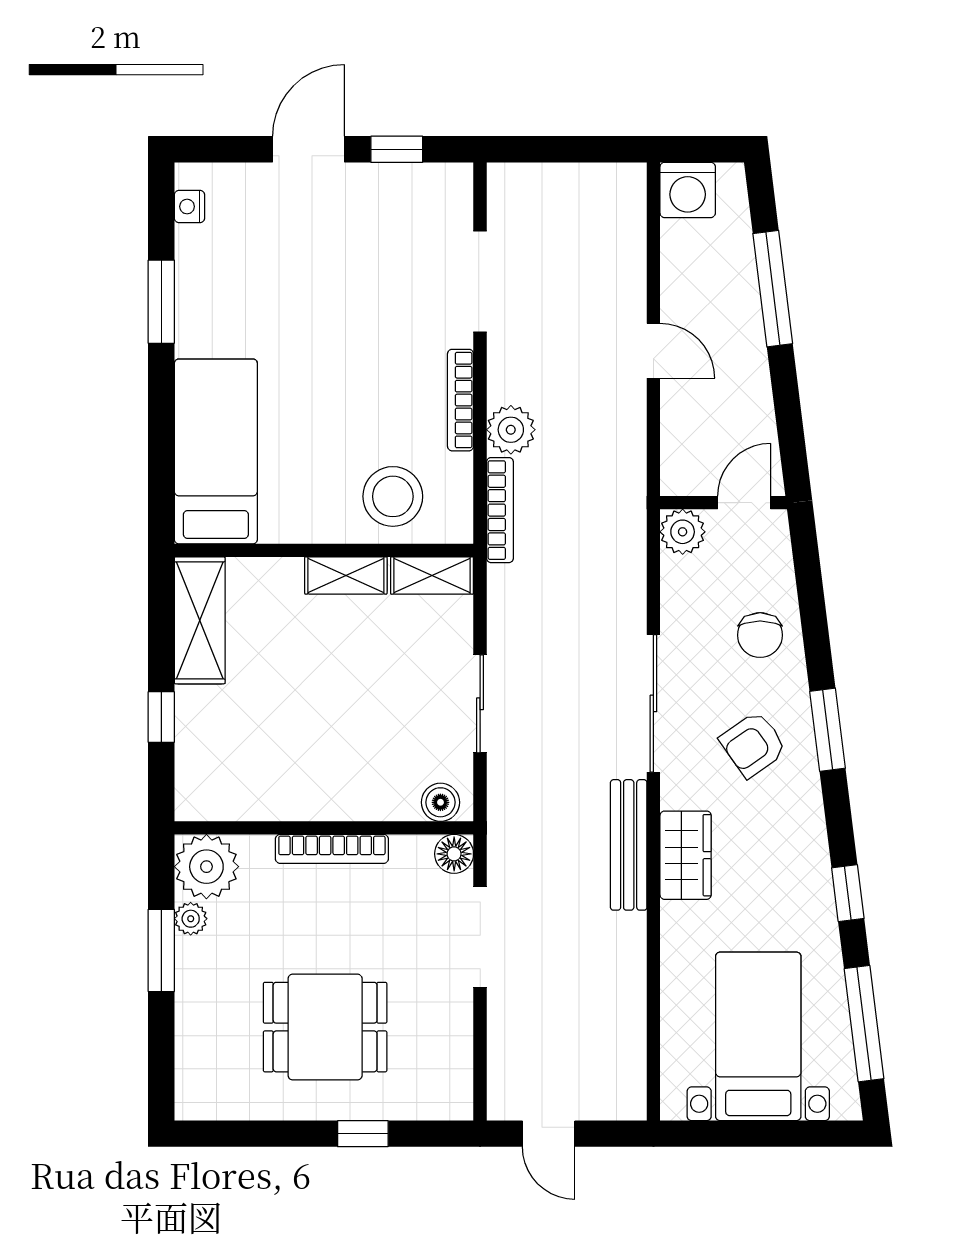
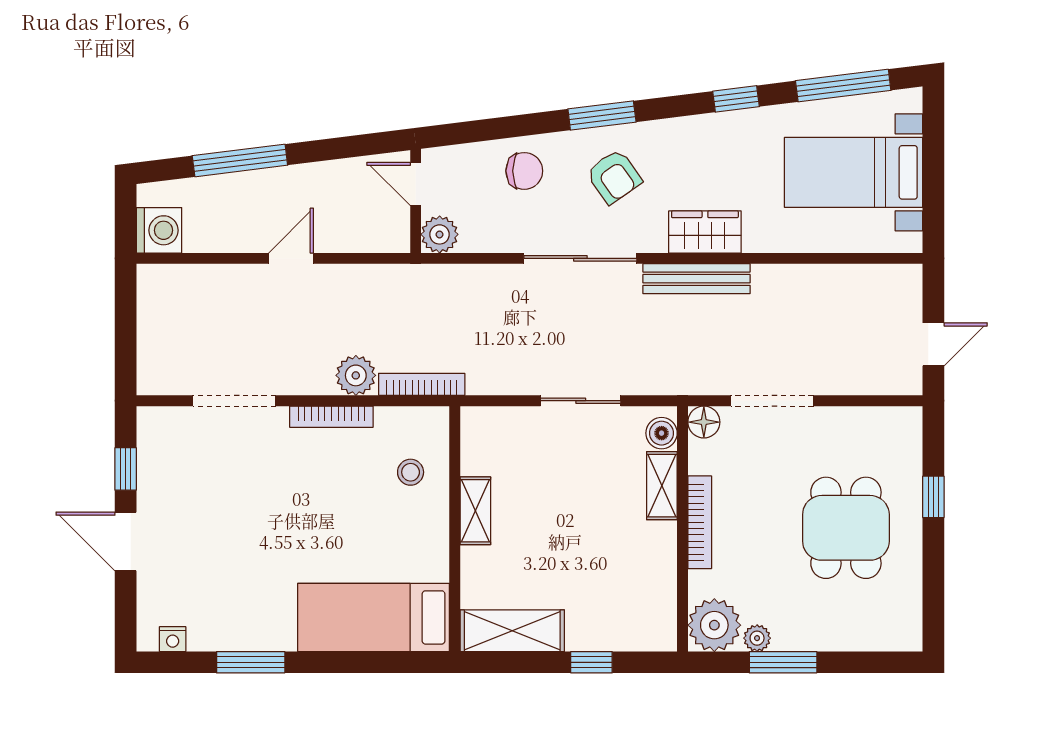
stool: (393, 496) -> (411, 472), width x0.53, depth x0.53
shelving: (432, 576) -> (662, 486), moved

